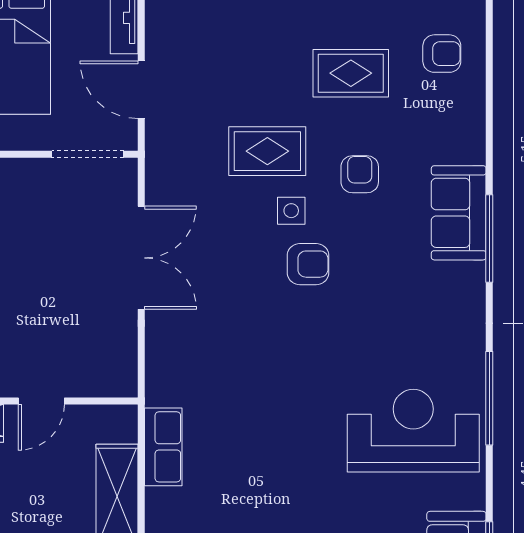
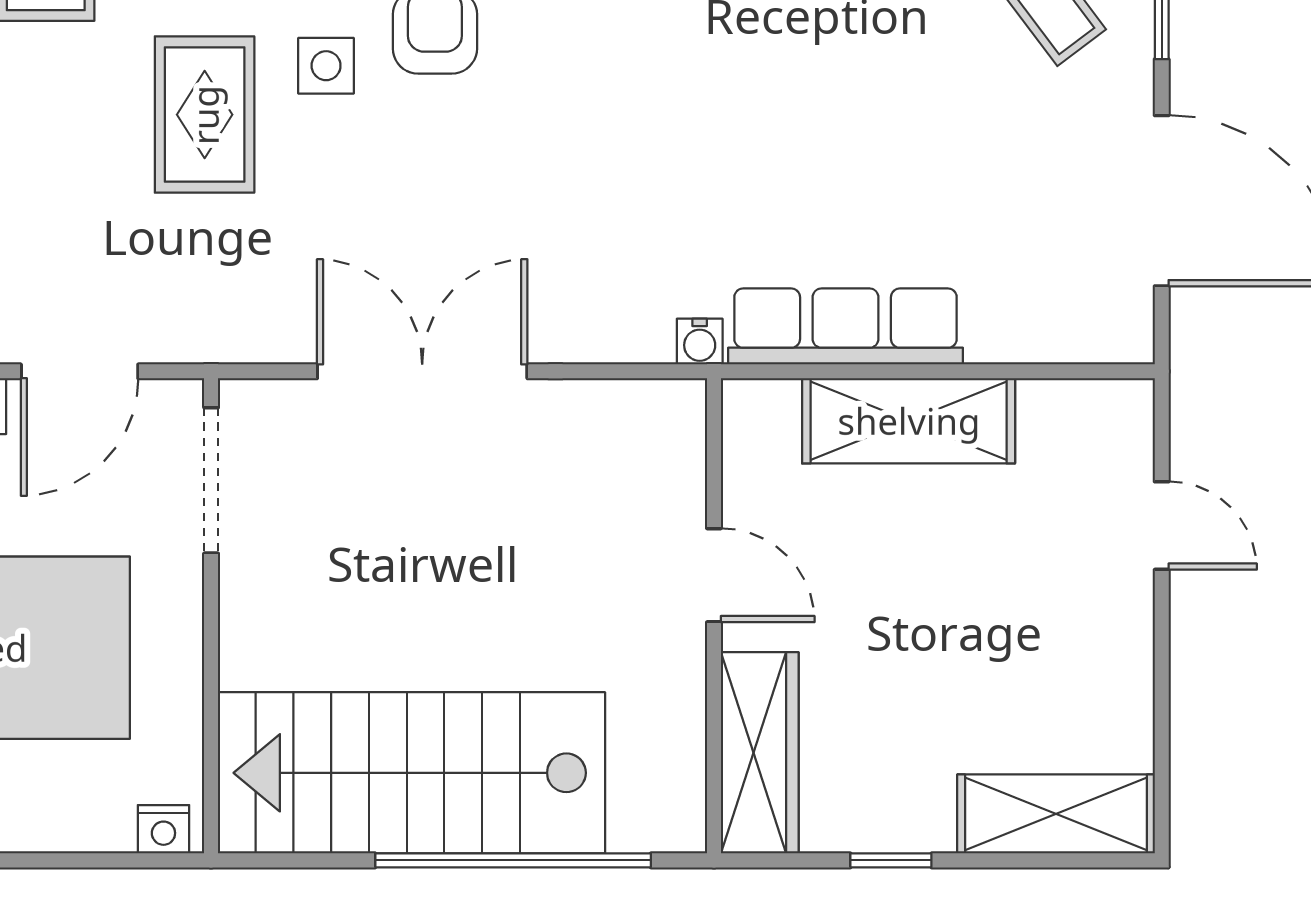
water cooler: (156, 394) -> (700, 342), added
row of seats: (163, 447) -> (846, 326), width x1.48

